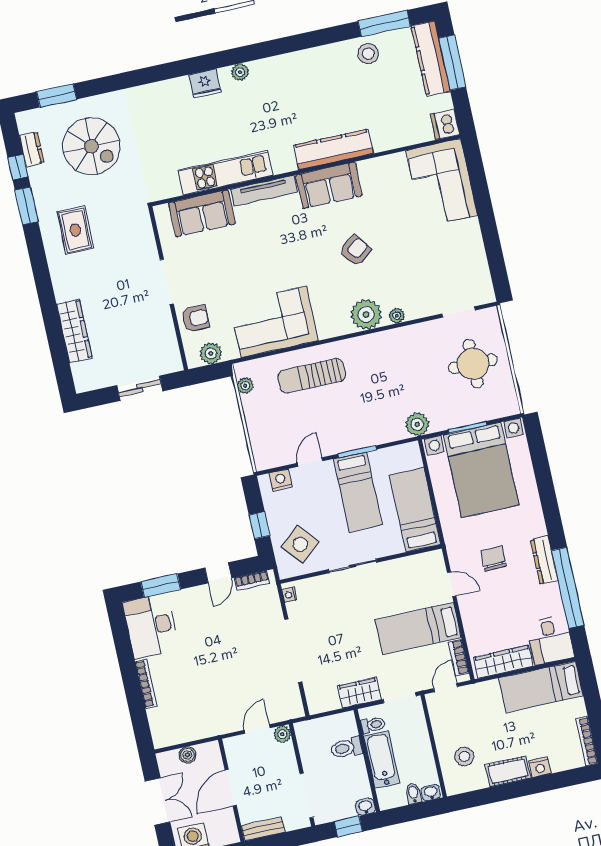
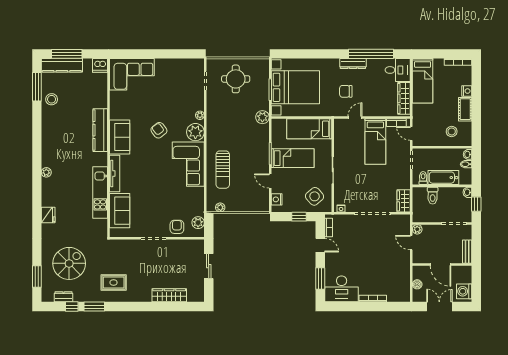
fridge: (205, 83) -> (48, 215), moved
corner sofa: (274, 322) -> (188, 164), moved
wardrobe: (359, 693) -> (404, 201), moved

